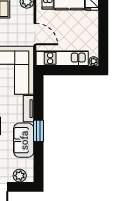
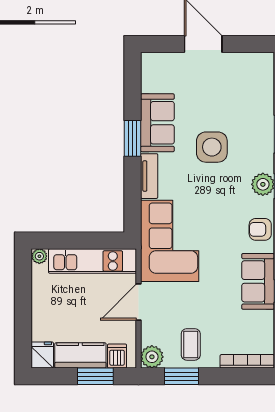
door: (35, 34) -> (139, 302), hinge flipped
plant: (20, 176) -> (164, 63), removed

